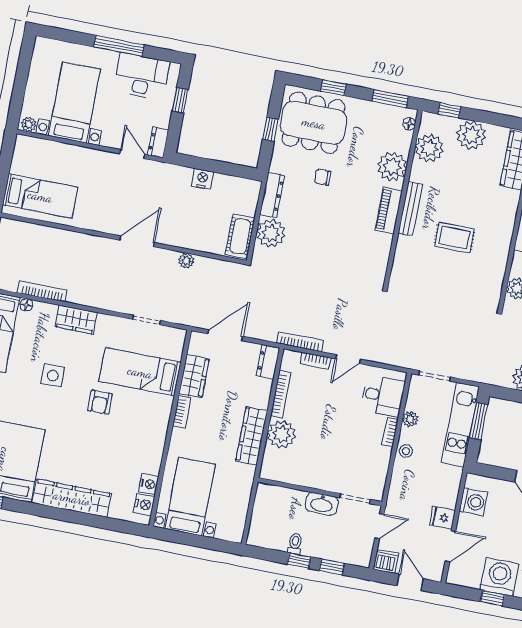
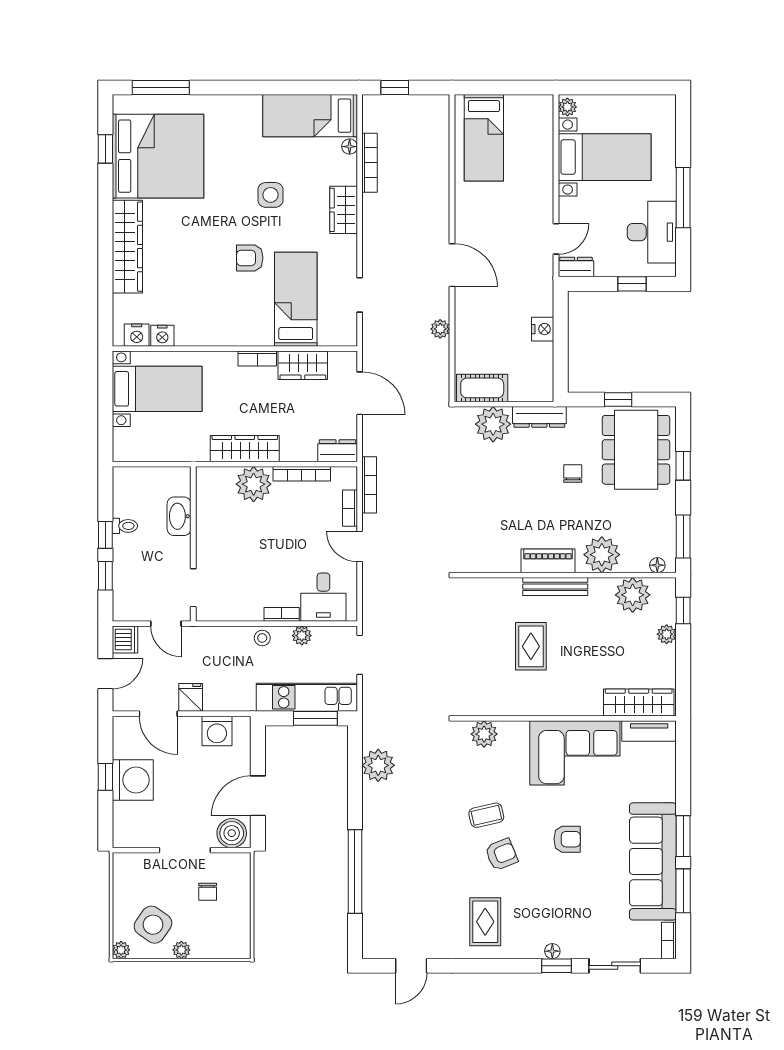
plant: (471, 135) -> (667, 634), width x0.53, depth x0.53
washbasin: (322, 504) -> (179, 516), moved

